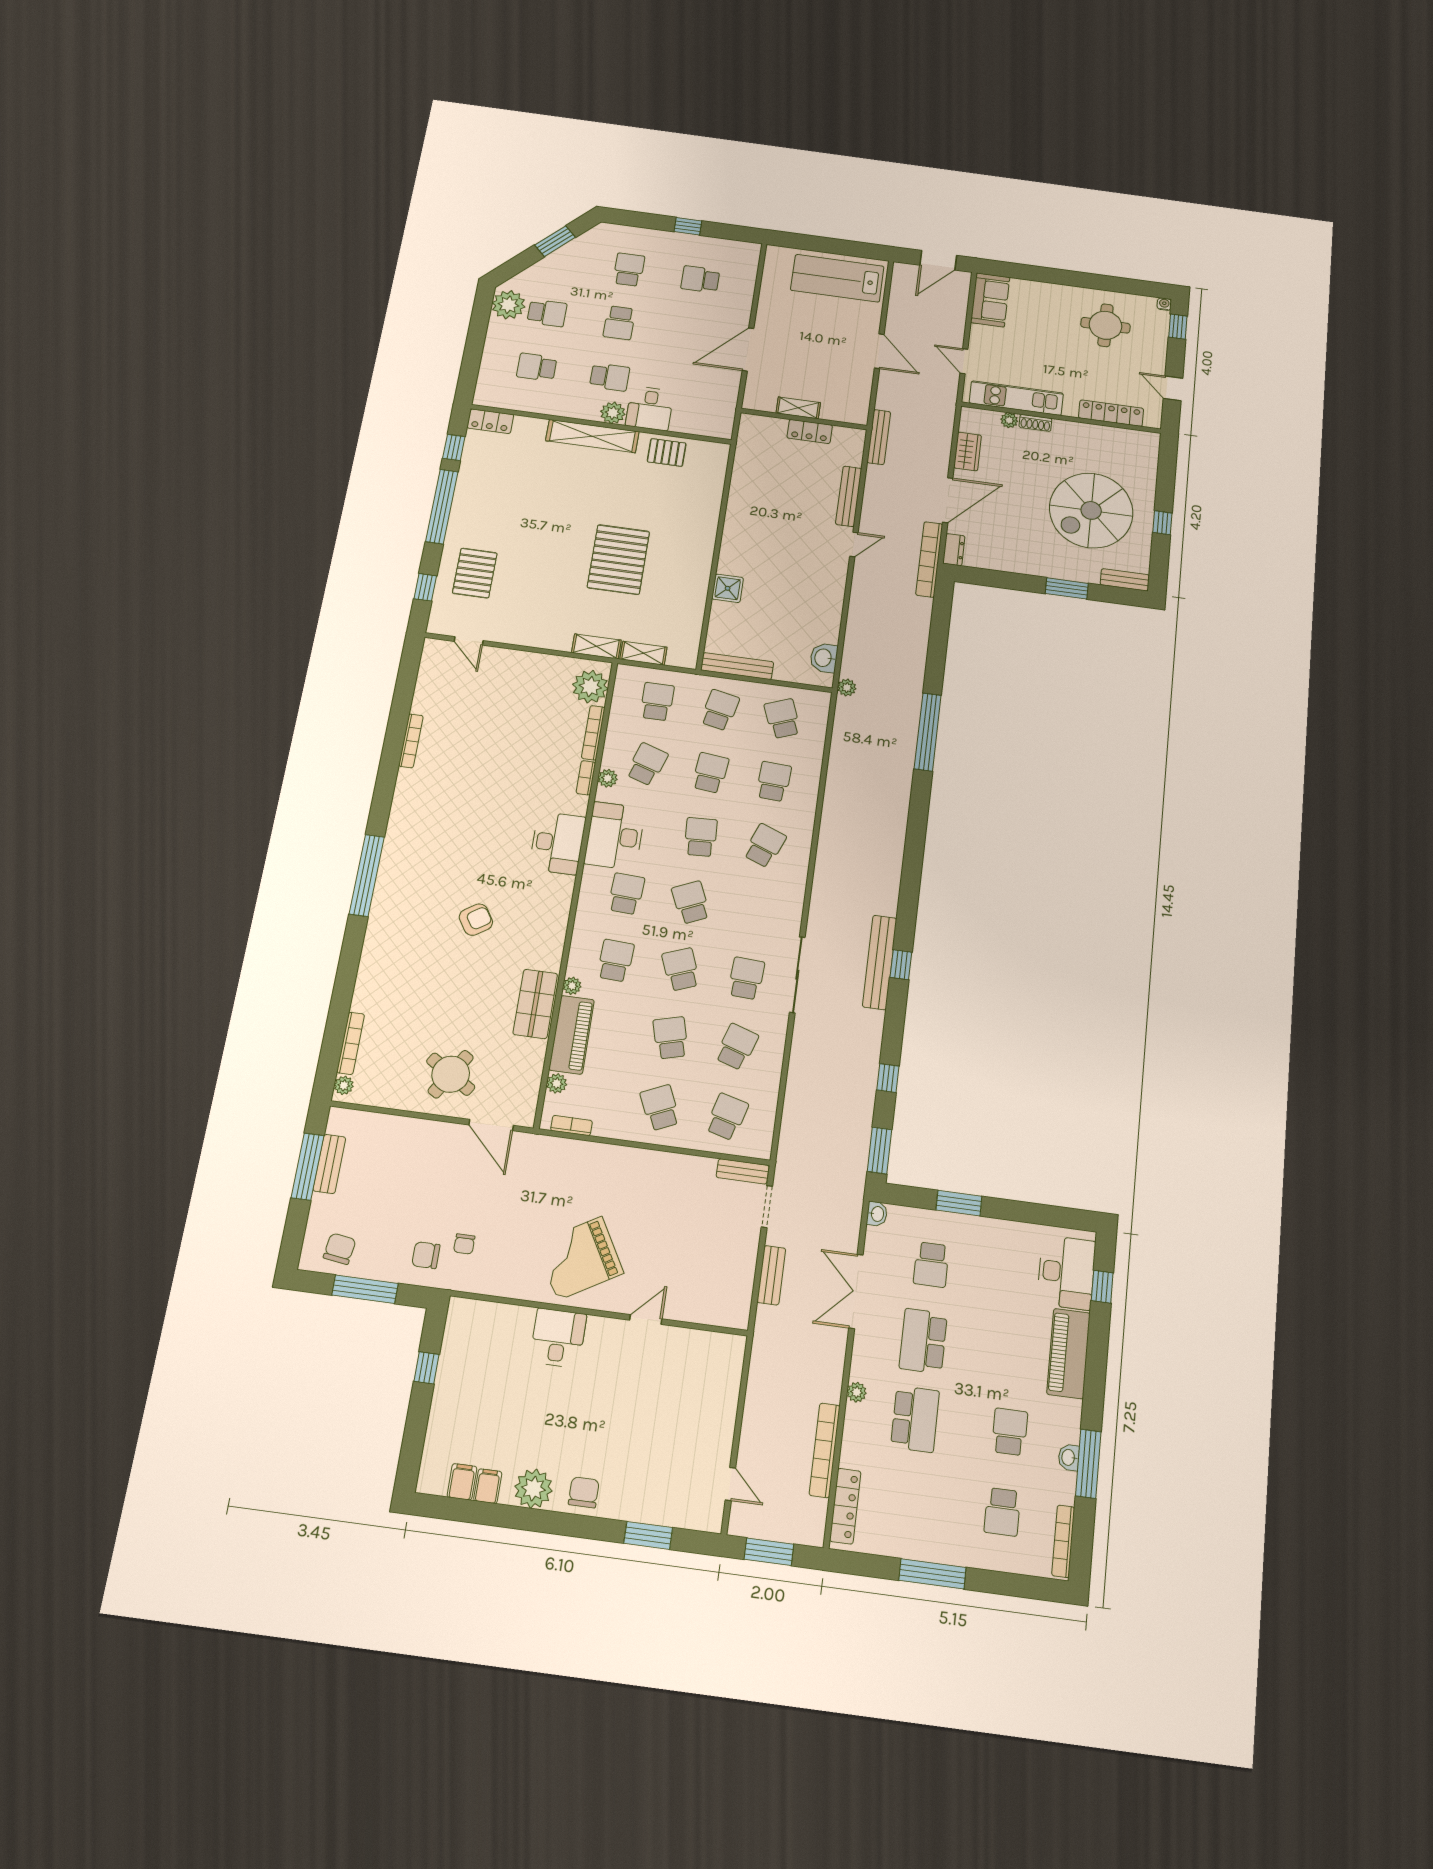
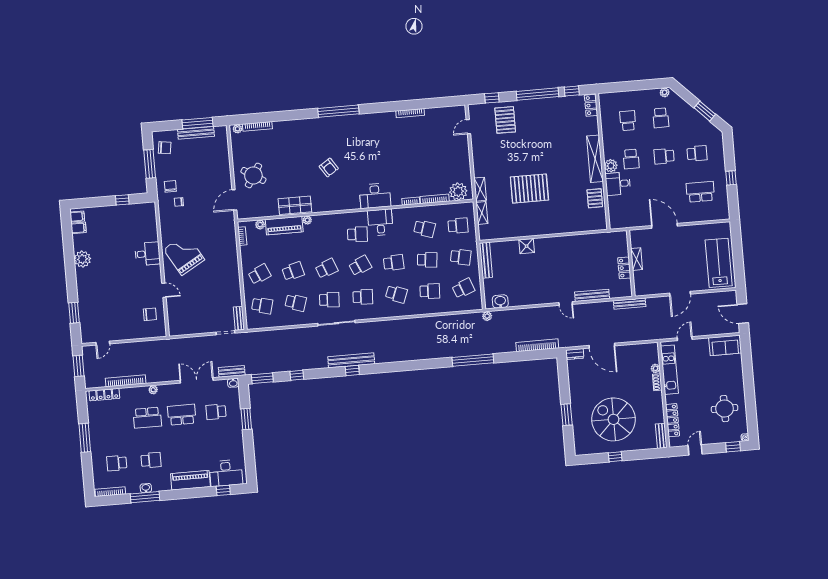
school desk: (700, 279) -> (700, 192), width x1.85
plant: (509, 305) -> (665, 92), width x0.53, depth x0.53
wardrobe: (968, 452) -> (632, 350), removed
bookcase: (929, 559) -> (537, 345), moved
pallet: (475, 573) -> (505, 120), turned 90
bench: (1125, 580) -> (661, 436), moved
plant: (608, 778) -> (413, 211), removed
desk: (615, 836) -> (380, 222), width x0.73
school desk: (615, 961) -> (363, 297), moved
bench: (329, 1164) -> (196, 133), width x1.36
bench: (771, 1275) -> (232, 371), moved
filing cabinet: (488, 1486) -> (77, 216), moved
chair: (584, 1492) -> (150, 314), moved

